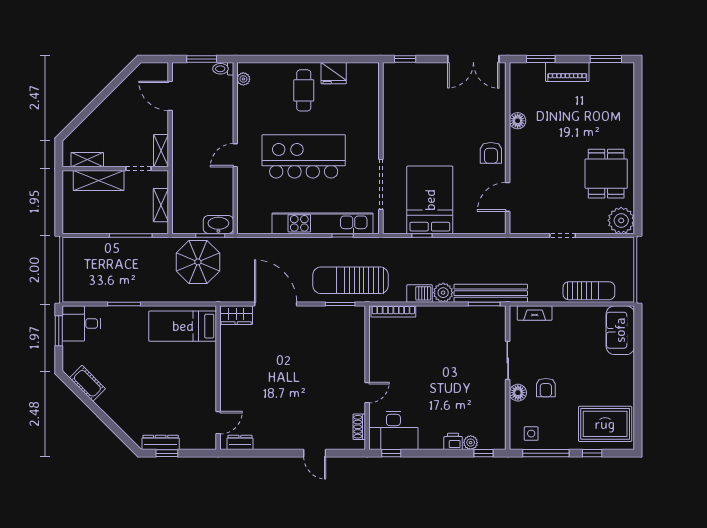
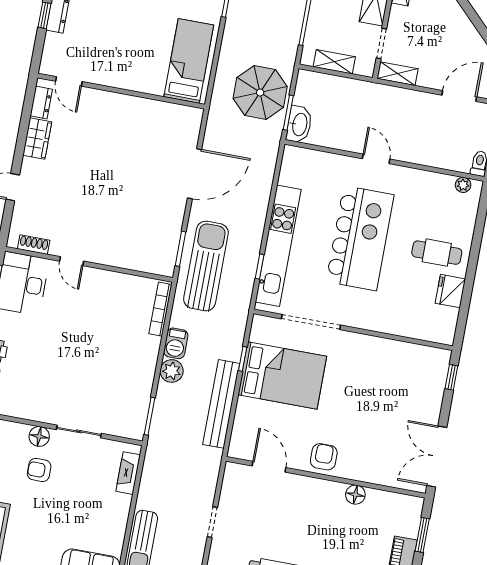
armchair: (491, 153) -> (324, 457), turned 90
bench: (491, 293) -> (221, 404), moved
wardrobe: (236, 315) -> (37, 139), moved, turned 180

